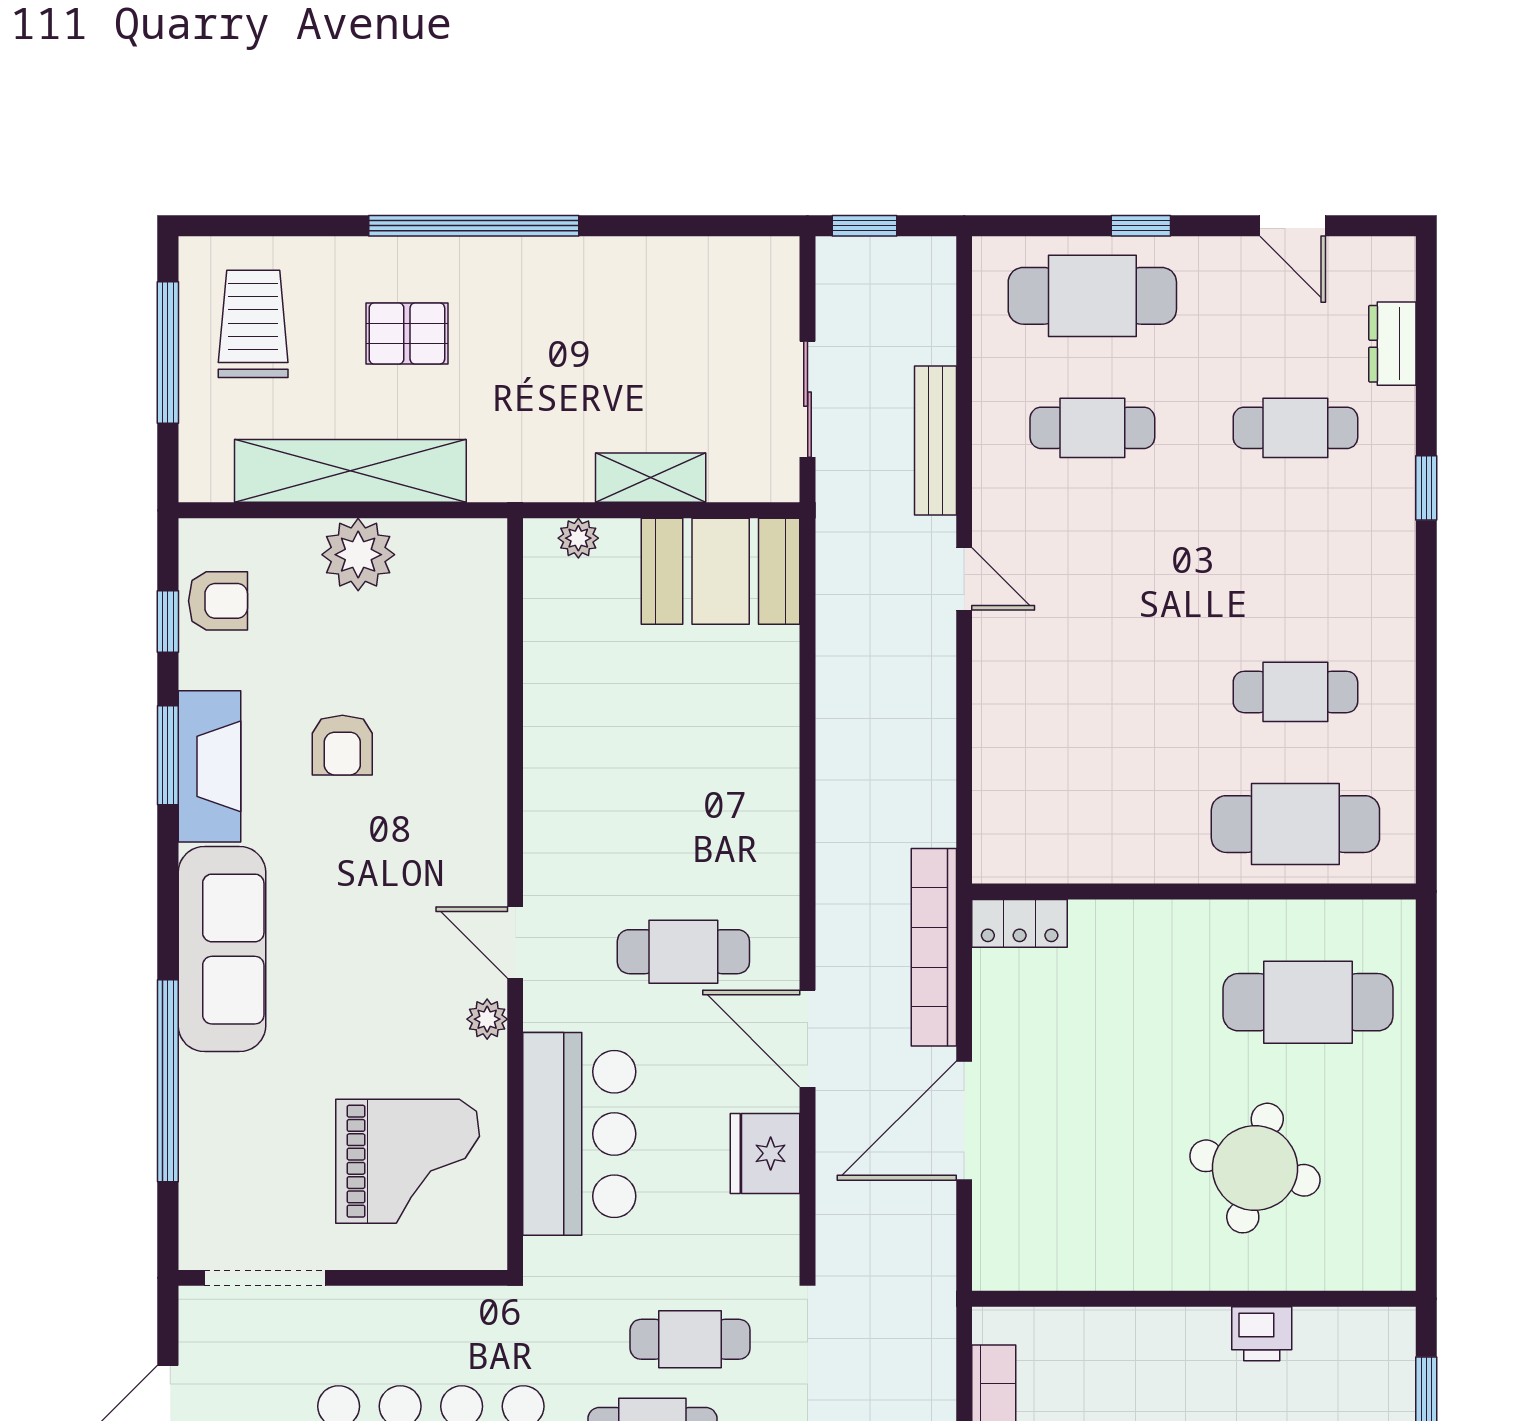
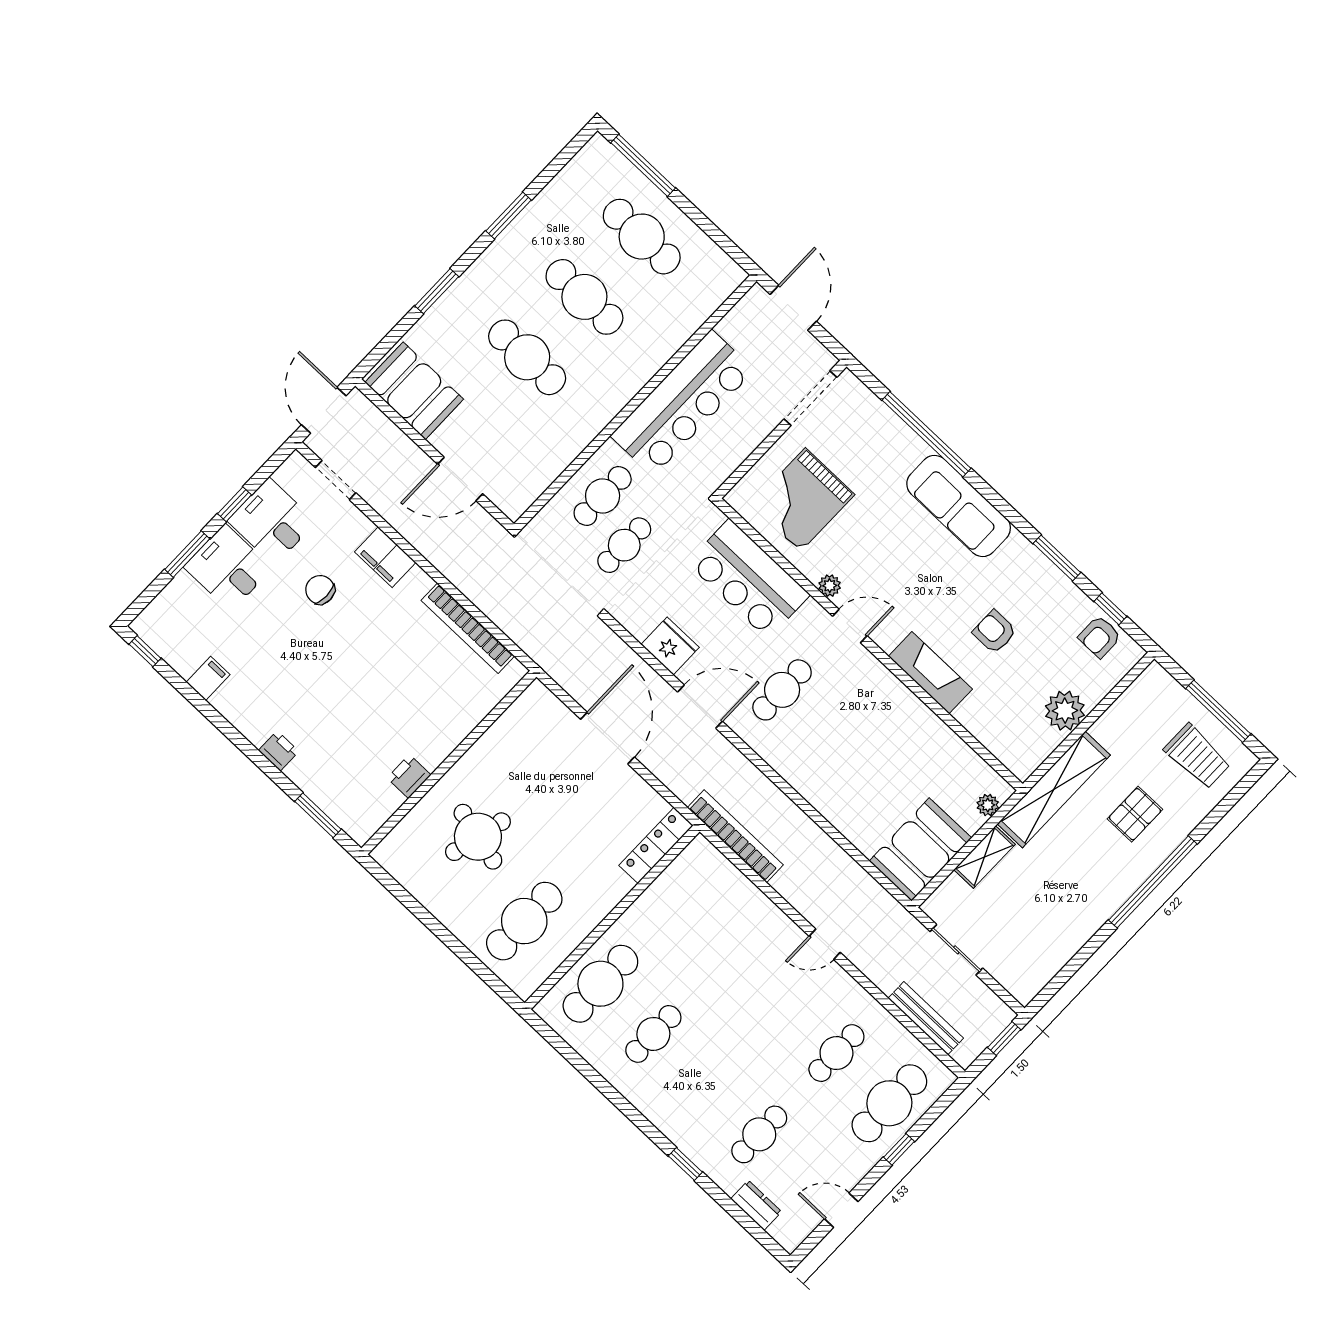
bench: (935, 441) -> (926, 1018), moved
shelving: (350, 471) -> (1054, 790), moved
fireplace: (209, 766) -> (930, 673), moved, turned 180
locker: (1020, 923) -> (656, 845), width x1.53
bookcase: (934, 947) -> (735, 836), moved

